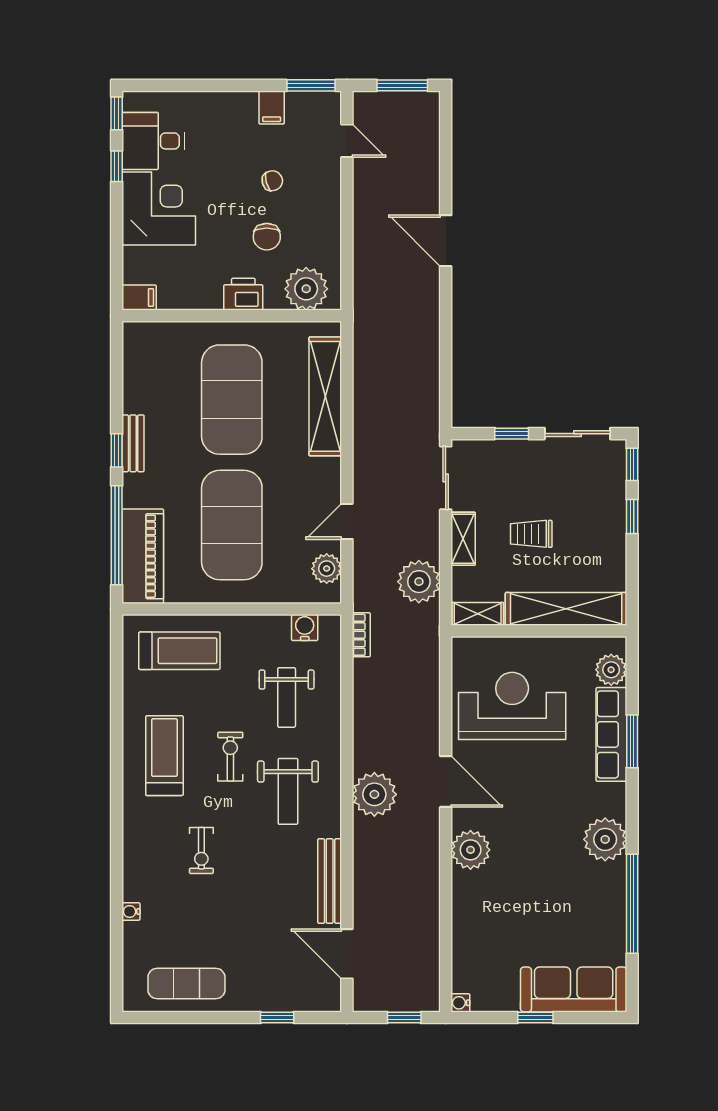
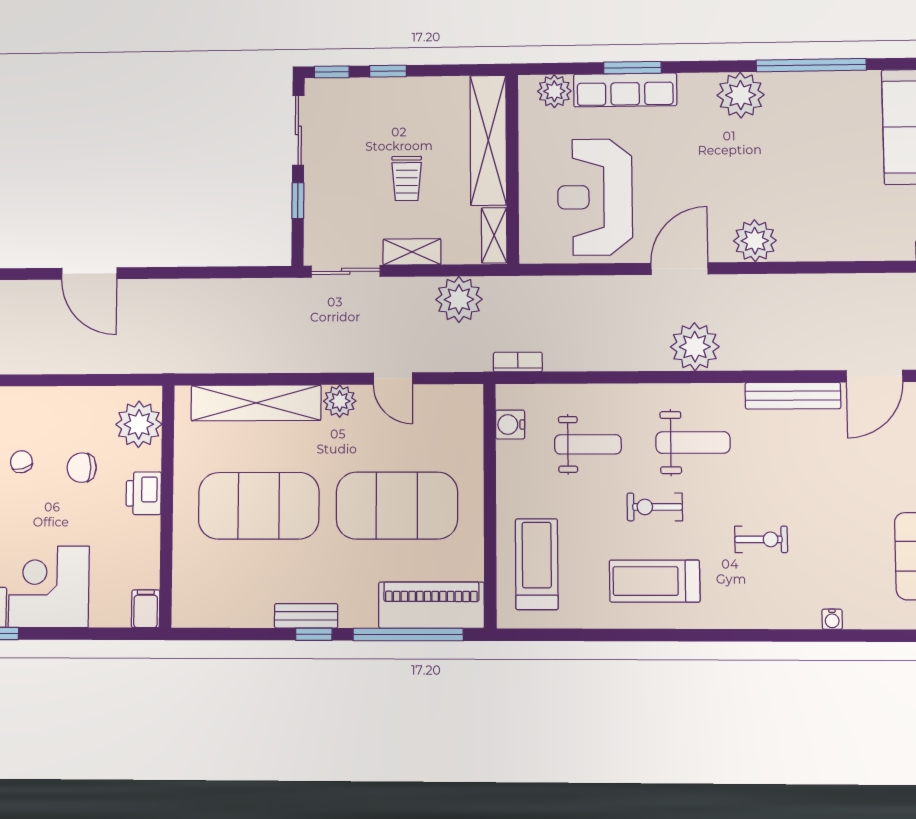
chair: (267, 237) -> (82, 468), turned 180
door: (446, 241) -> (89, 273), hinge flipped
plant: (327, 569) -> (340, 401), moved

